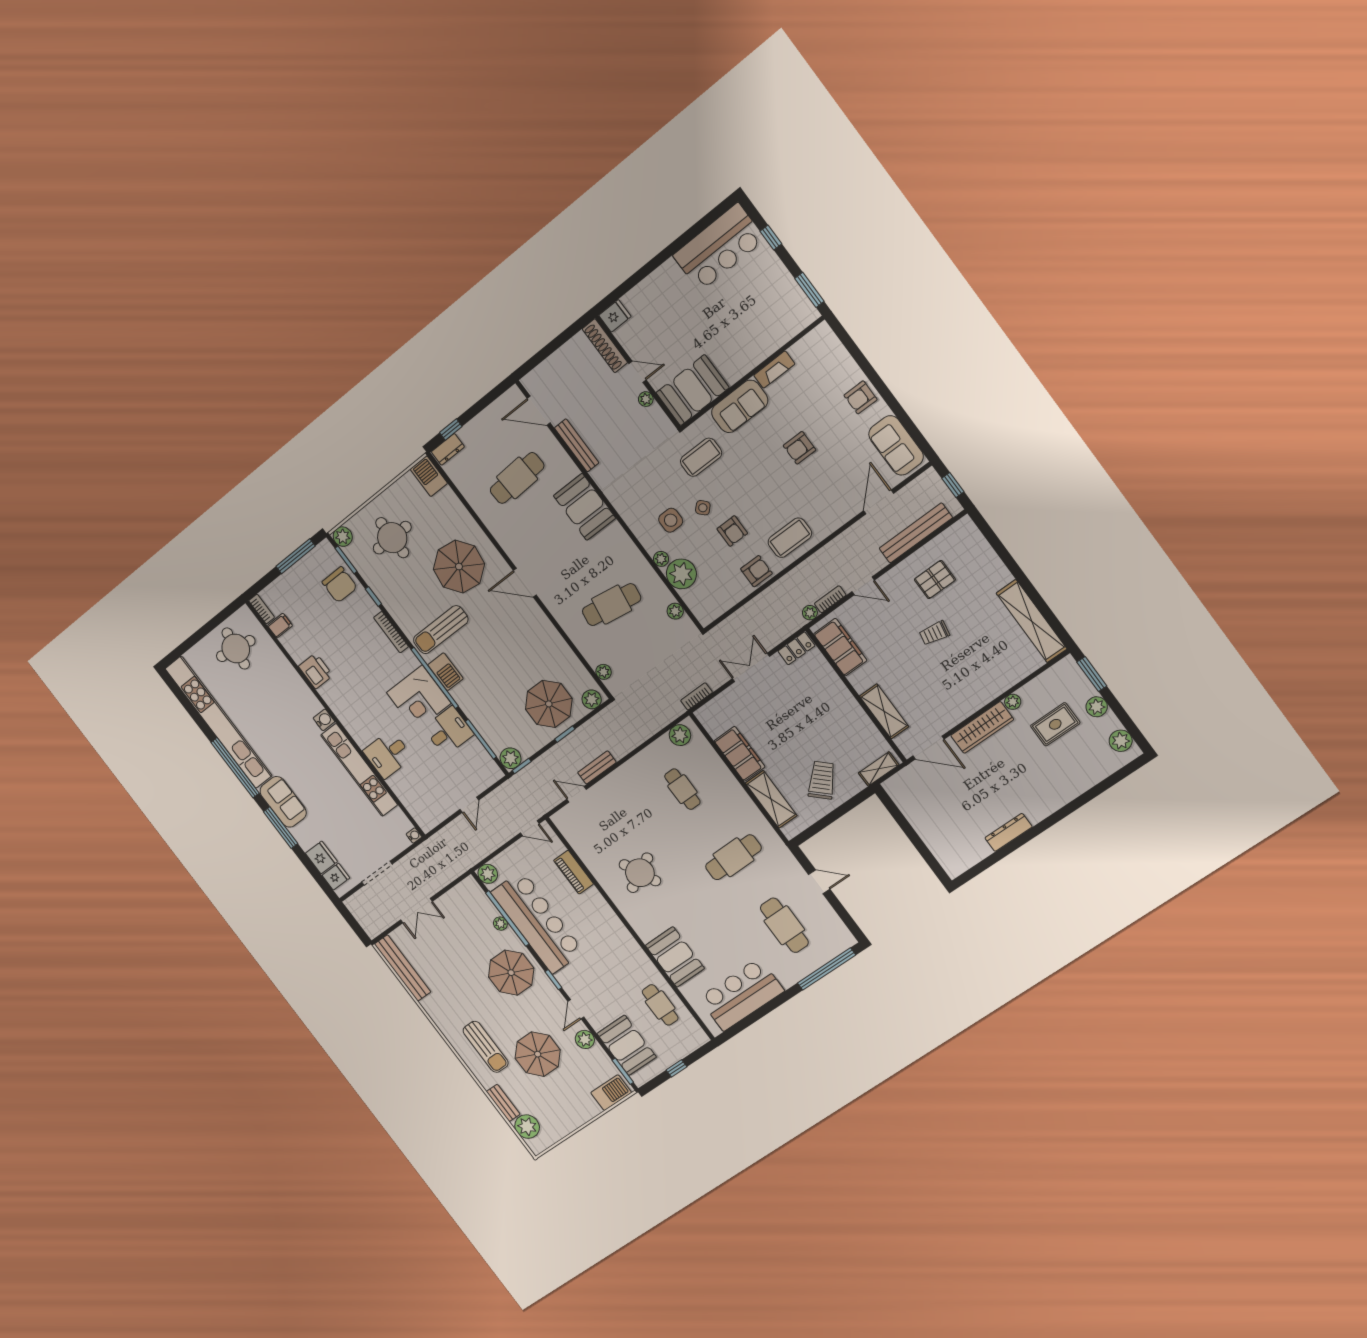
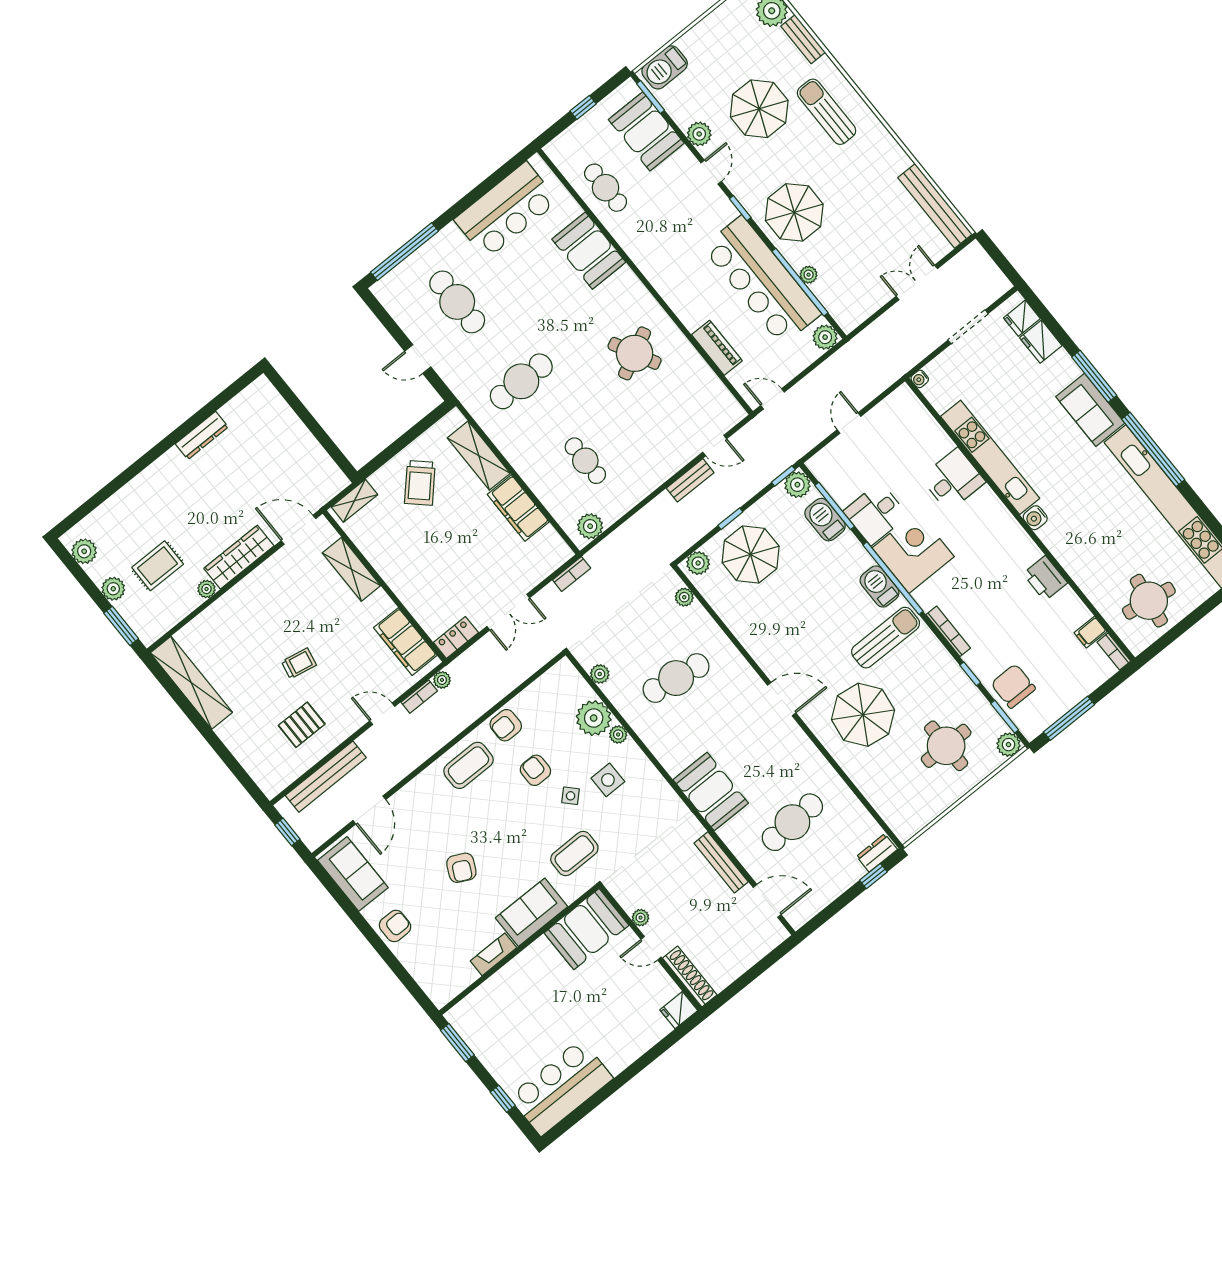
armchair: (800, 448) -> (461, 868), turned 116
barbecue: (429, 476) -> (825, 520), moved, turned 180

